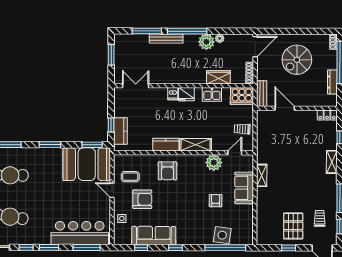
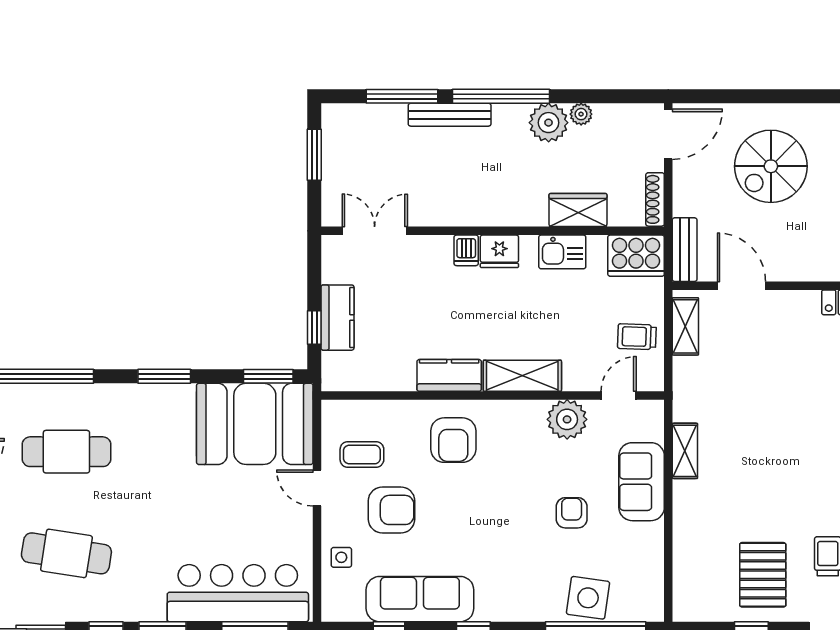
shelving: (262, 125) -> (685, 326), added
kitchen counter: (120, 131) -> (337, 318), moved

